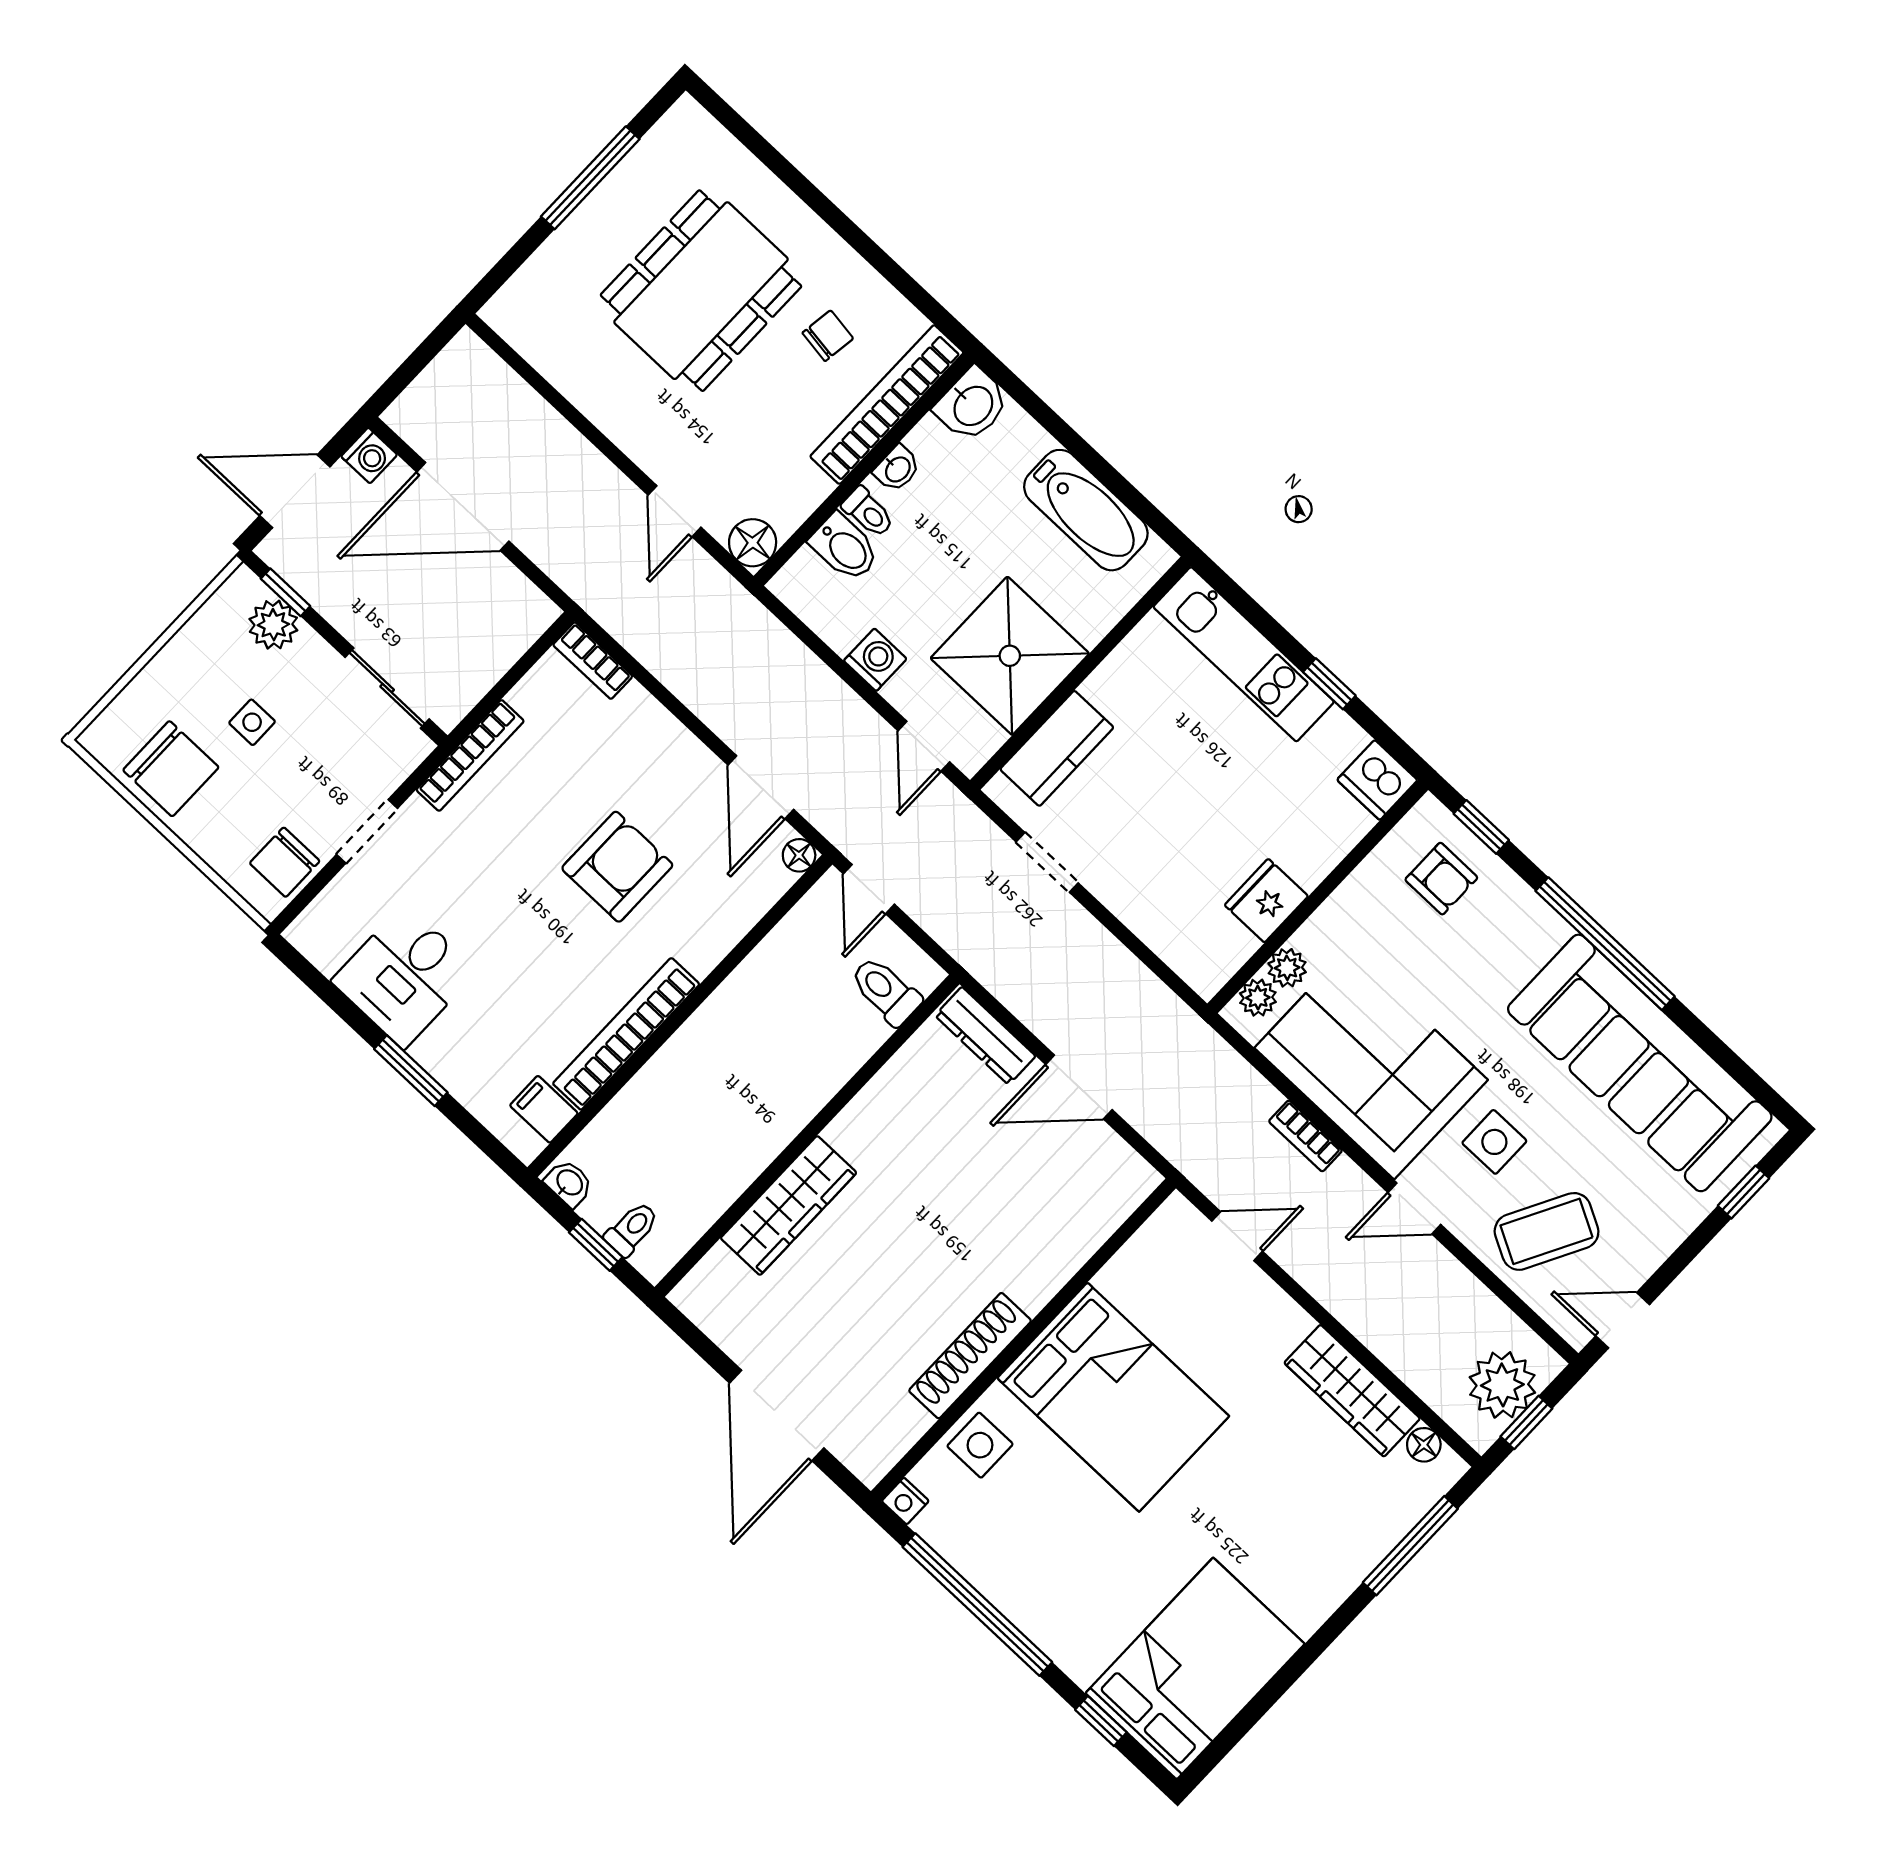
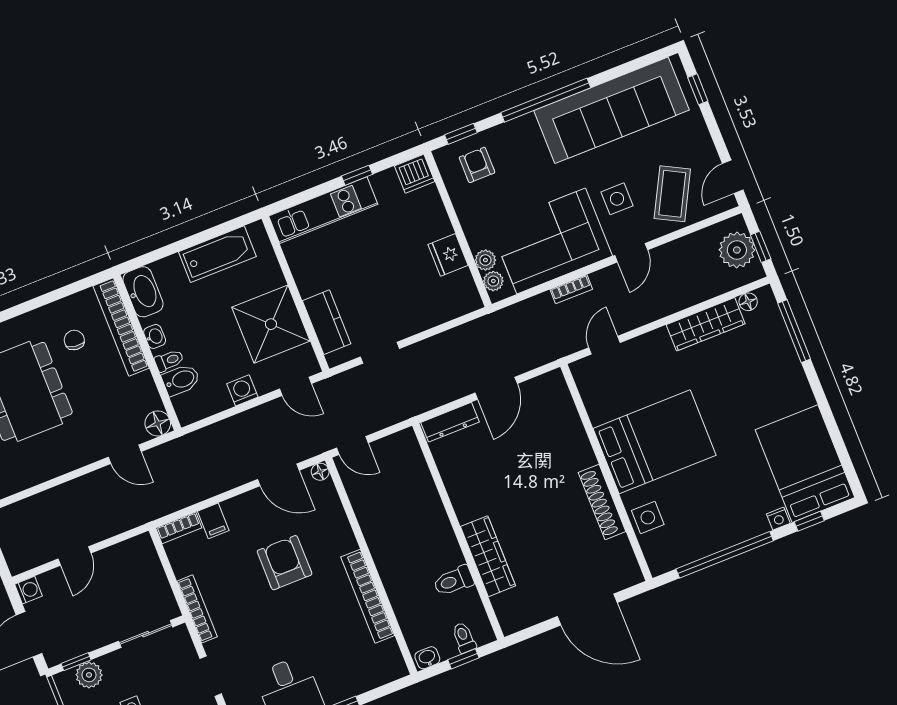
washbasin: (972, 405) -> (143, 292), width x1.38
door: (463, 507) -> (75, 556), width x0.53
armchair: (1441, 879) -> (477, 165), turned -90
toilet: (886, 991) -> (454, 581), moved
filing cabinet: (544, 1109) -> (213, 521), moved, turned -90
nightstand: (905, 1501) -> (778, 519), moved

